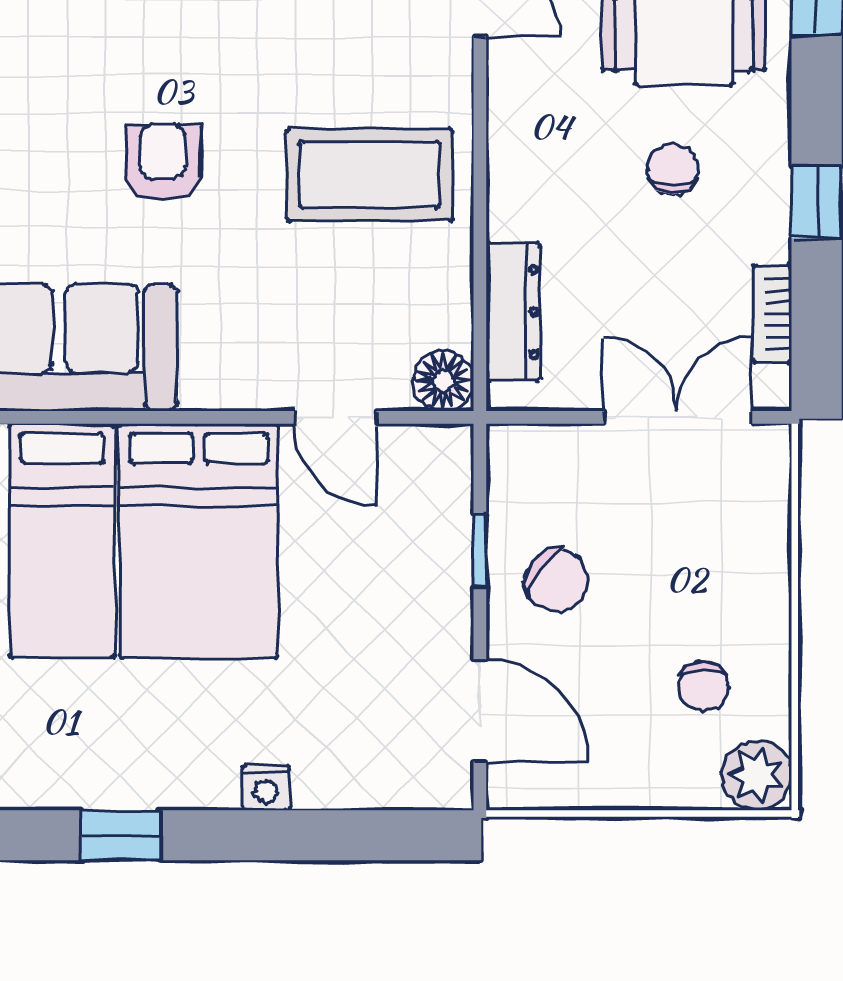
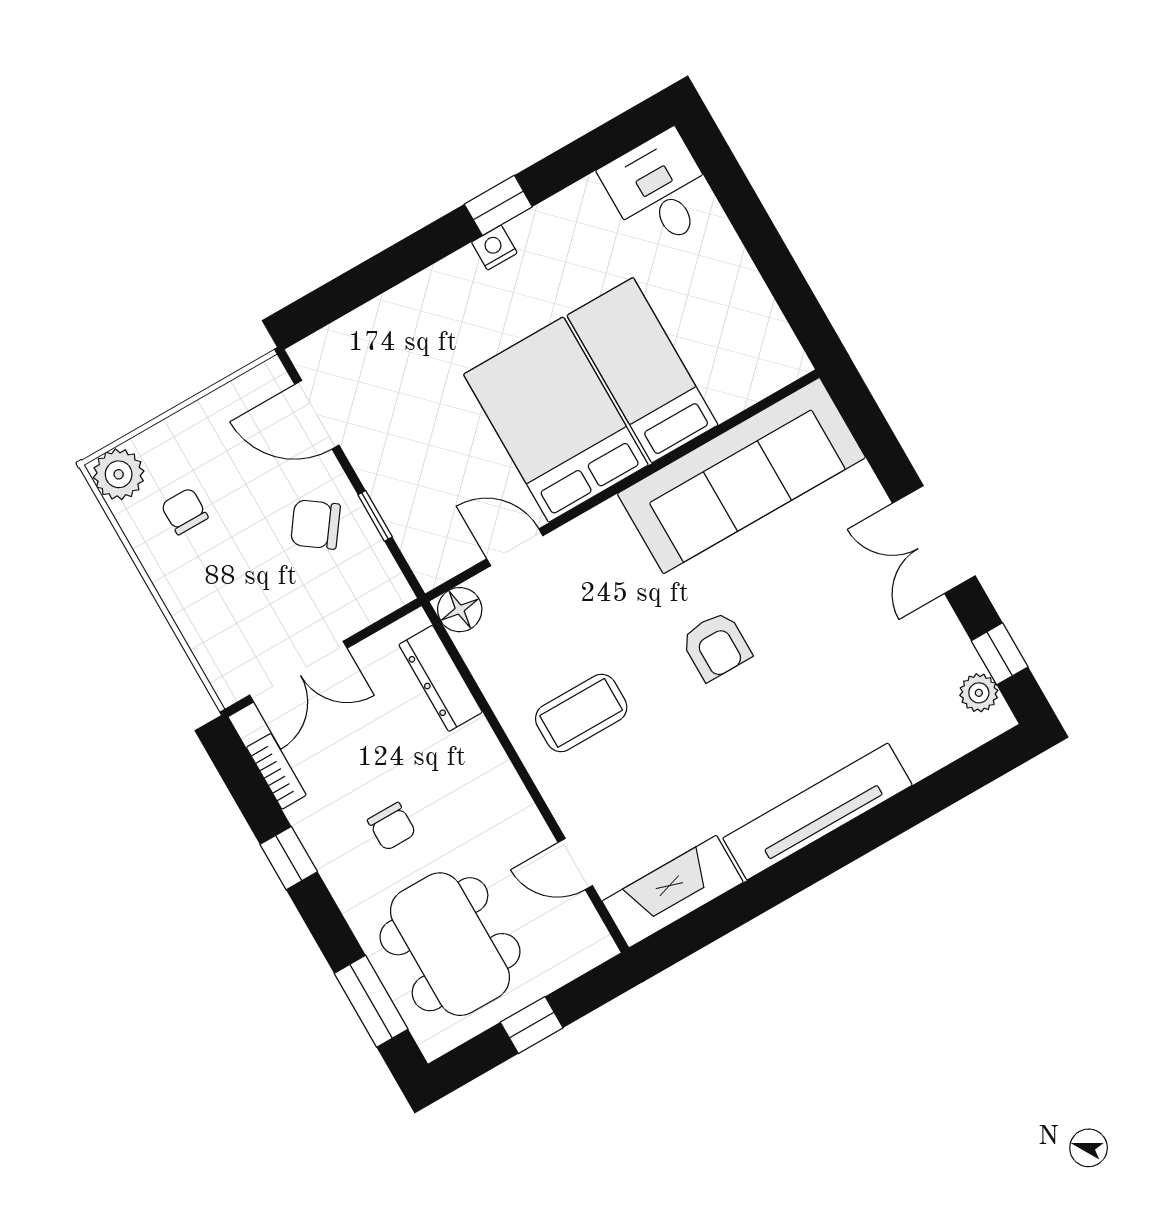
coffee table: (369, 175) -> (581, 713), width x0.73, depth x0.76
nightstand: (266, 788) -> (494, 248), moved

